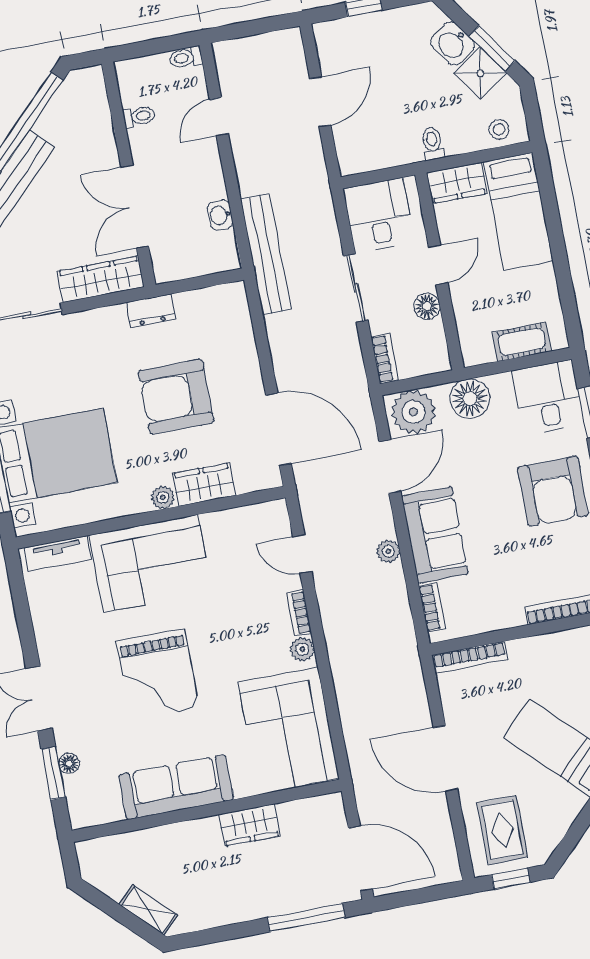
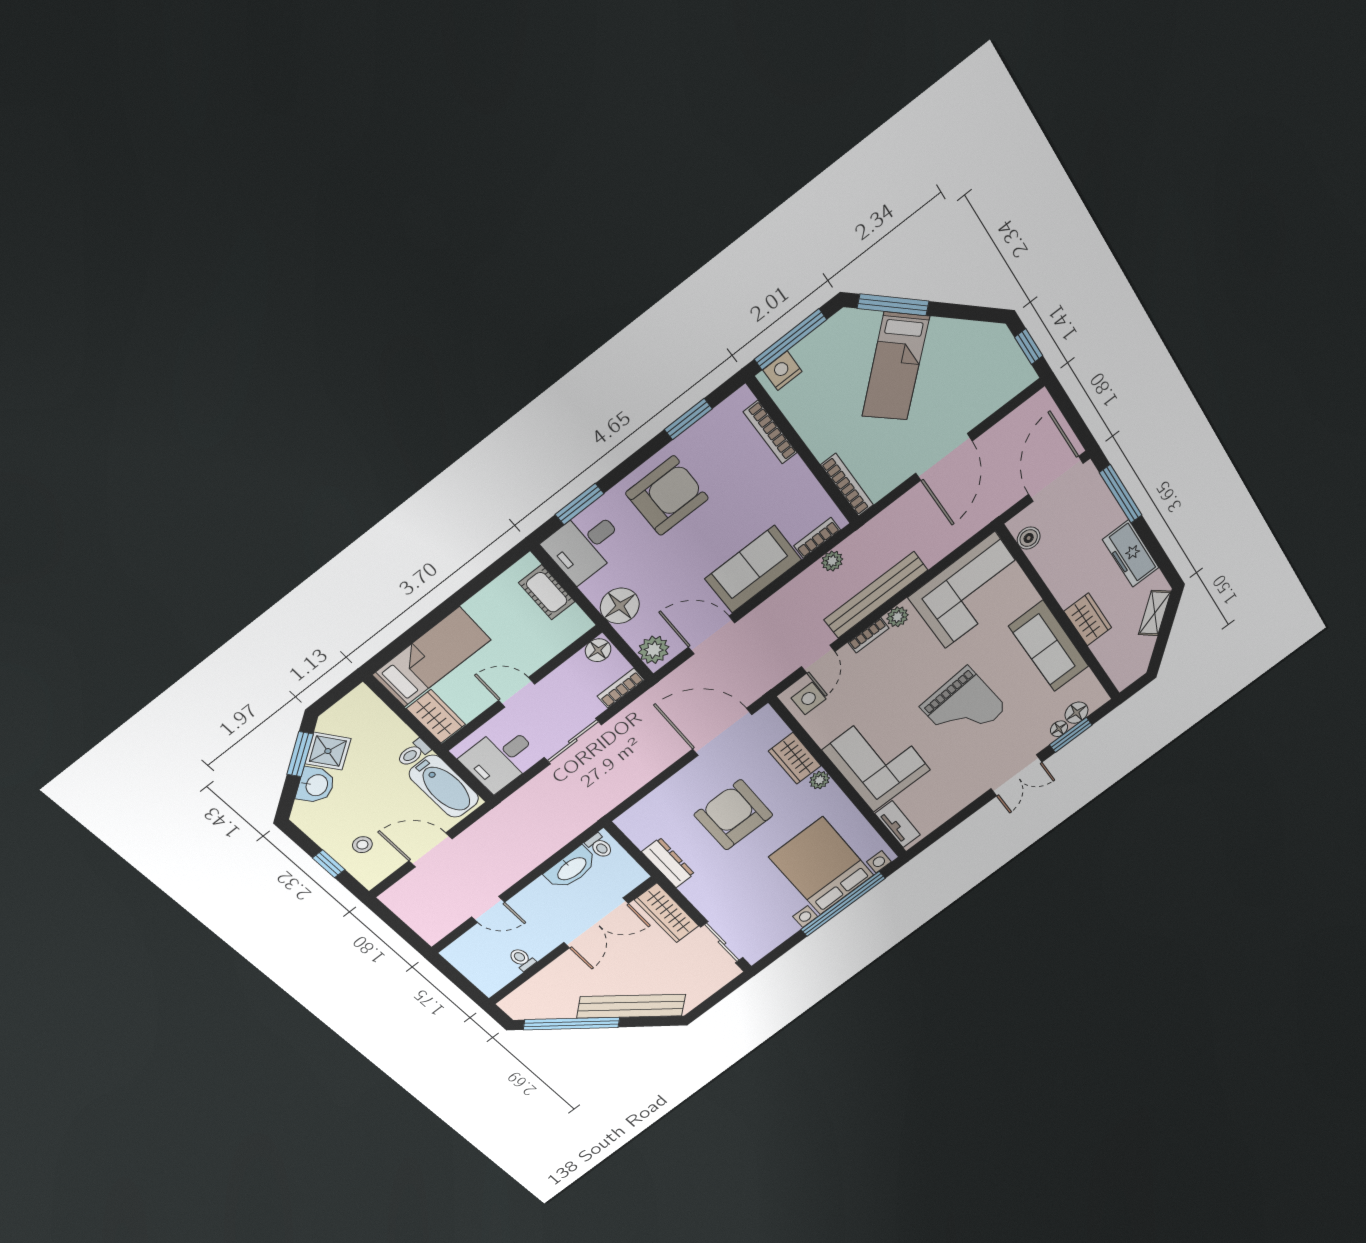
toilet: (186, 58) -> (599, 846), moved
stool: (499, 129) -> (362, 845), moved
bathtub: (381, 151) -> (444, 786), added
washbasin: (220, 215) -> (571, 868), width x1.91, depth x1.45
bench: (266, 254) -> (876, 595), moved
floor lamp: (427, 306) -> (598, 650), moved
dresser: (151, 311) -> (668, 863), width x1.44
armchair: (176, 397) -> (734, 815), turned 180
plant: (413, 412) -> (654, 650), width x0.73, depth x0.73
door: (278, 429) -> (722, 732), hinge flipped
side table: (264, 527) -> (809, 698), added
plant: (388, 551) -> (832, 561), moved
grand piano: (158, 674) -> (963, 707), turned 85
floor lamp: (77, 789) -> (1076, 713), added
boiler: (312, 809) -> (1029, 538), added
wardrobe: (250, 825) -> (1088, 619), moved
rug: (502, 830) -> (988, 377), removed
freezer: (233, 907) -> (1131, 554), added

